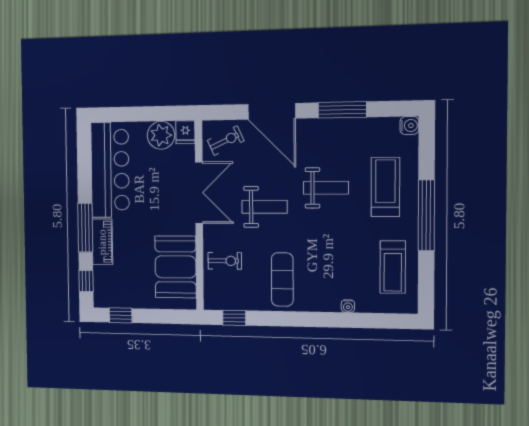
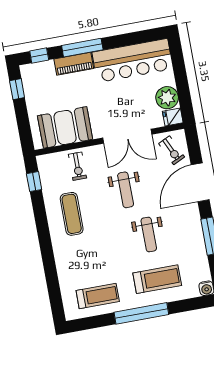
treadmill: (393, 267) -> (98, 296), turned 180
exercise mat: (282, 280) -> (72, 214), turned 90
water cooler: (348, 306) -> (61, 268), removed

